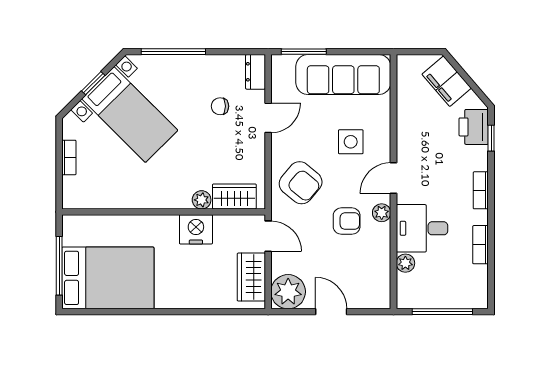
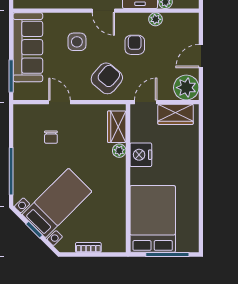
dresser: (256, 72) -> (26, 111), removed
plant: (382, 213) -> (155, 19), moved
bed: (108, 278) -> (153, 219), moved

